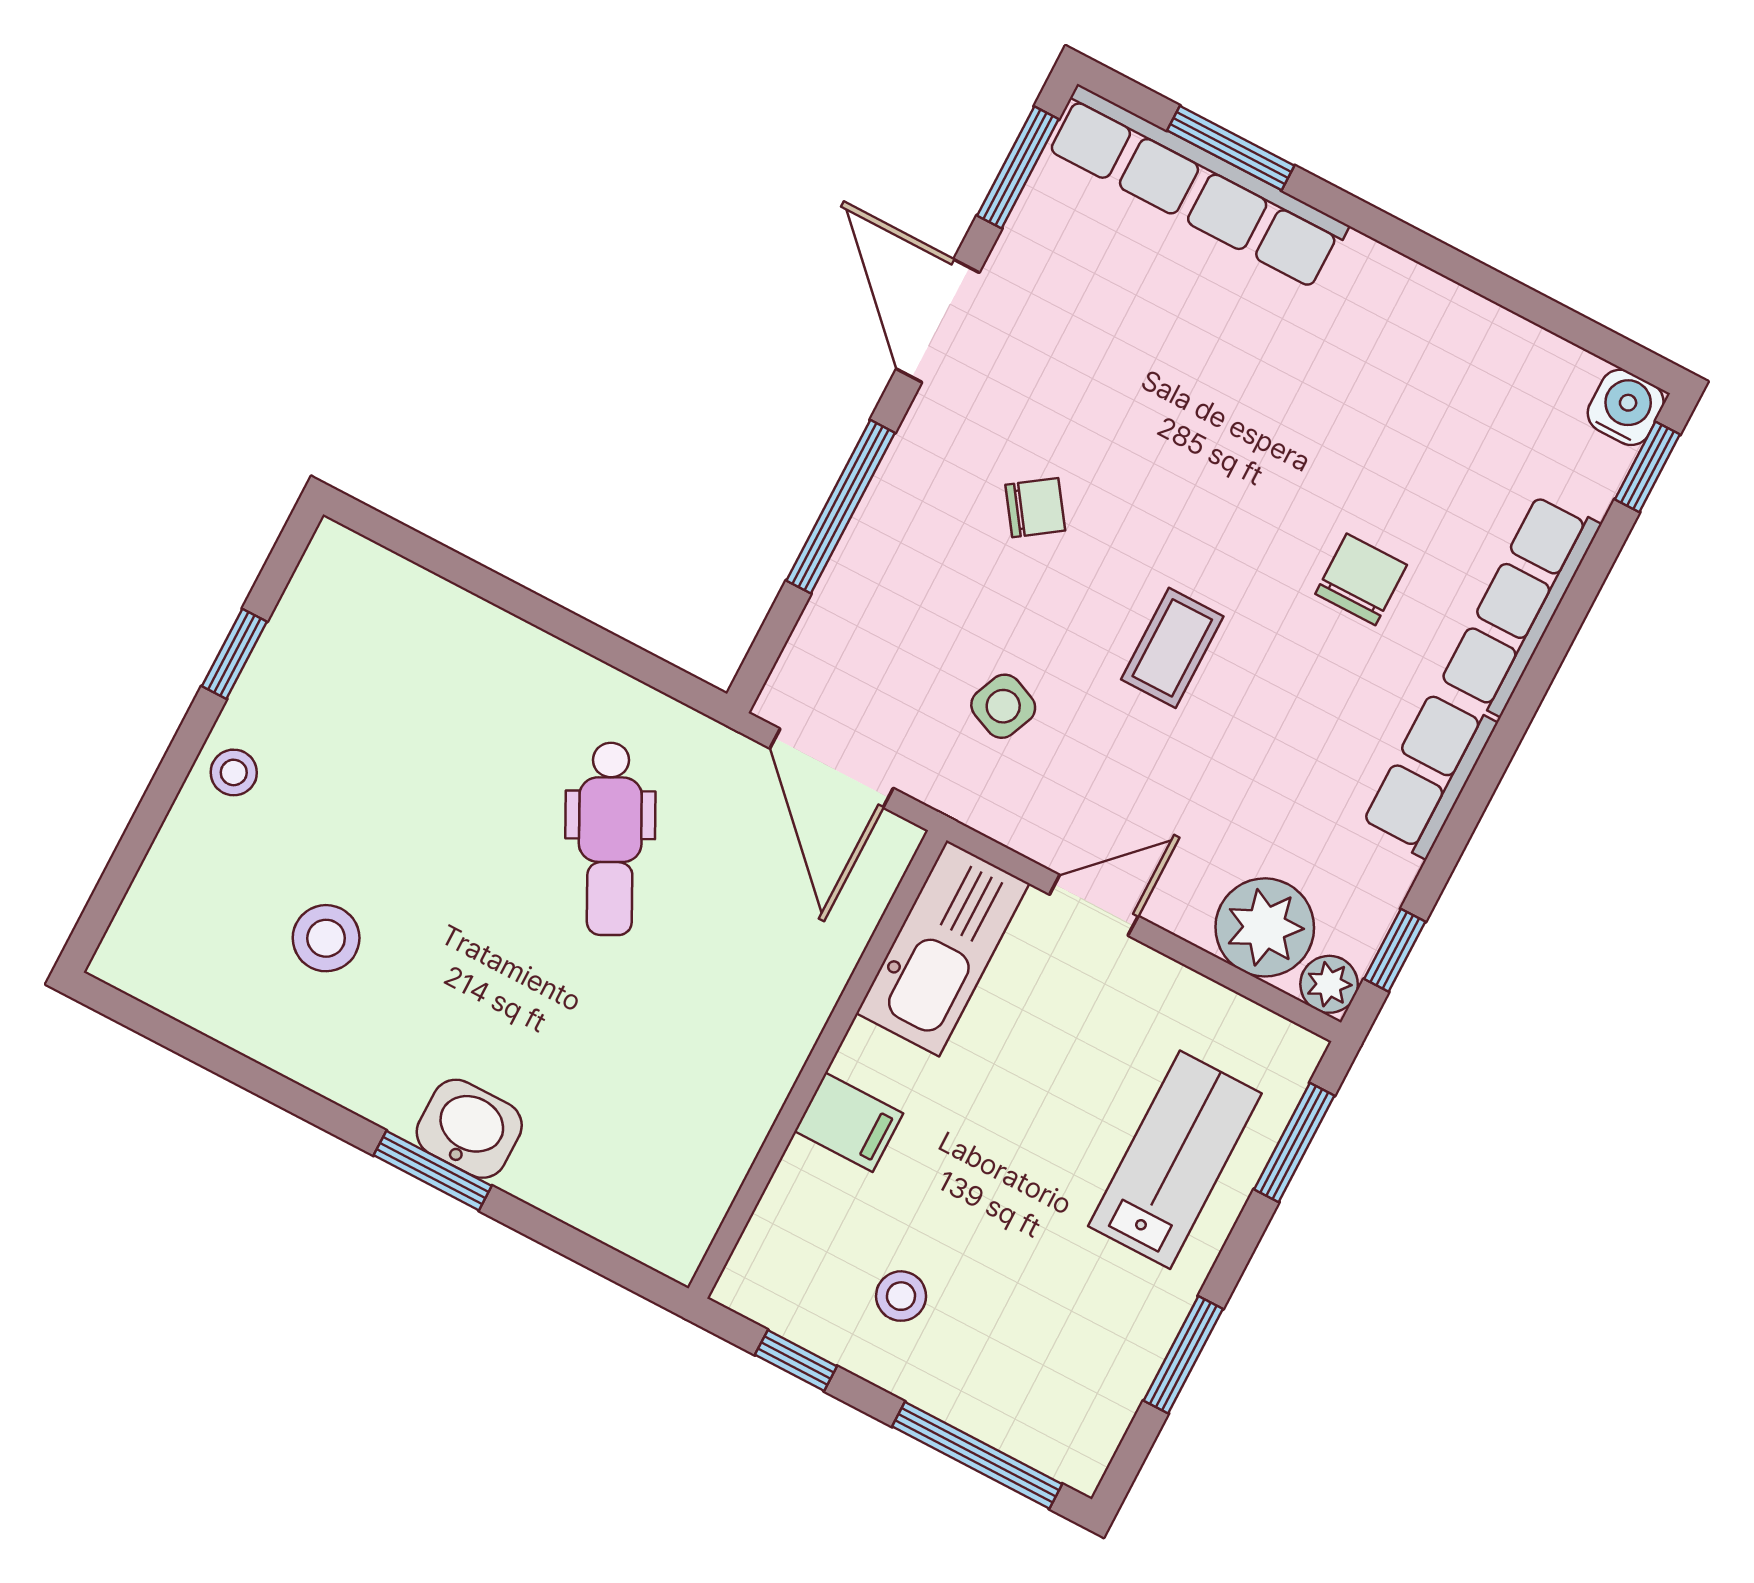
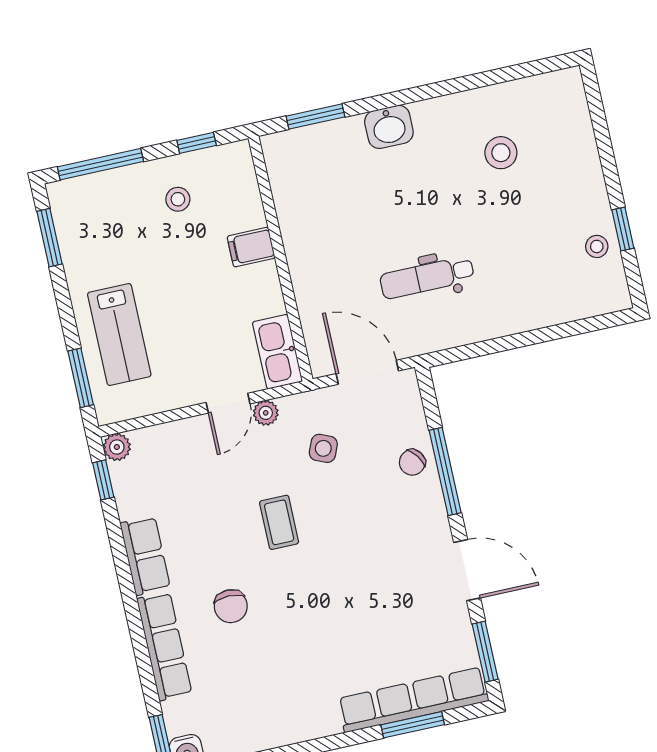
chair: (1035, 508) -> (412, 462), moved
stool: (234, 772) -> (597, 246), moved
dental chair: (610, 839) -> (427, 277), turned -63
plant: (1265, 927) -> (266, 413), moved, width x0.53, depth x0.53
kitchen sink: (943, 948) -> (277, 352), width x0.73, depth x0.81
window: (433, 1171) -> (315, 117), moved
window: (1183, 1355) -> (50, 238), moved

